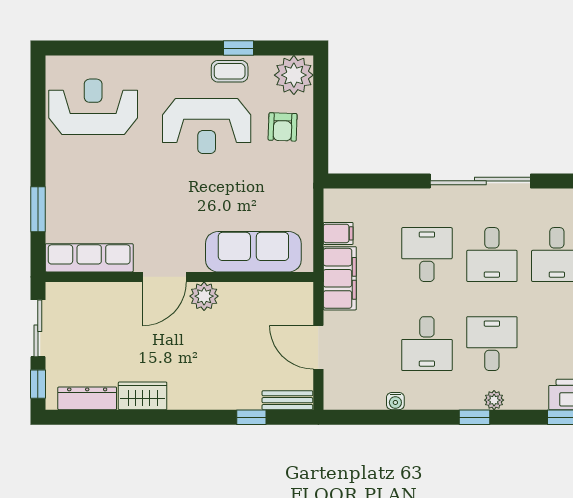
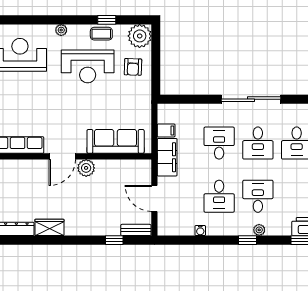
plant: (162, 65) -> (61, 30), added

